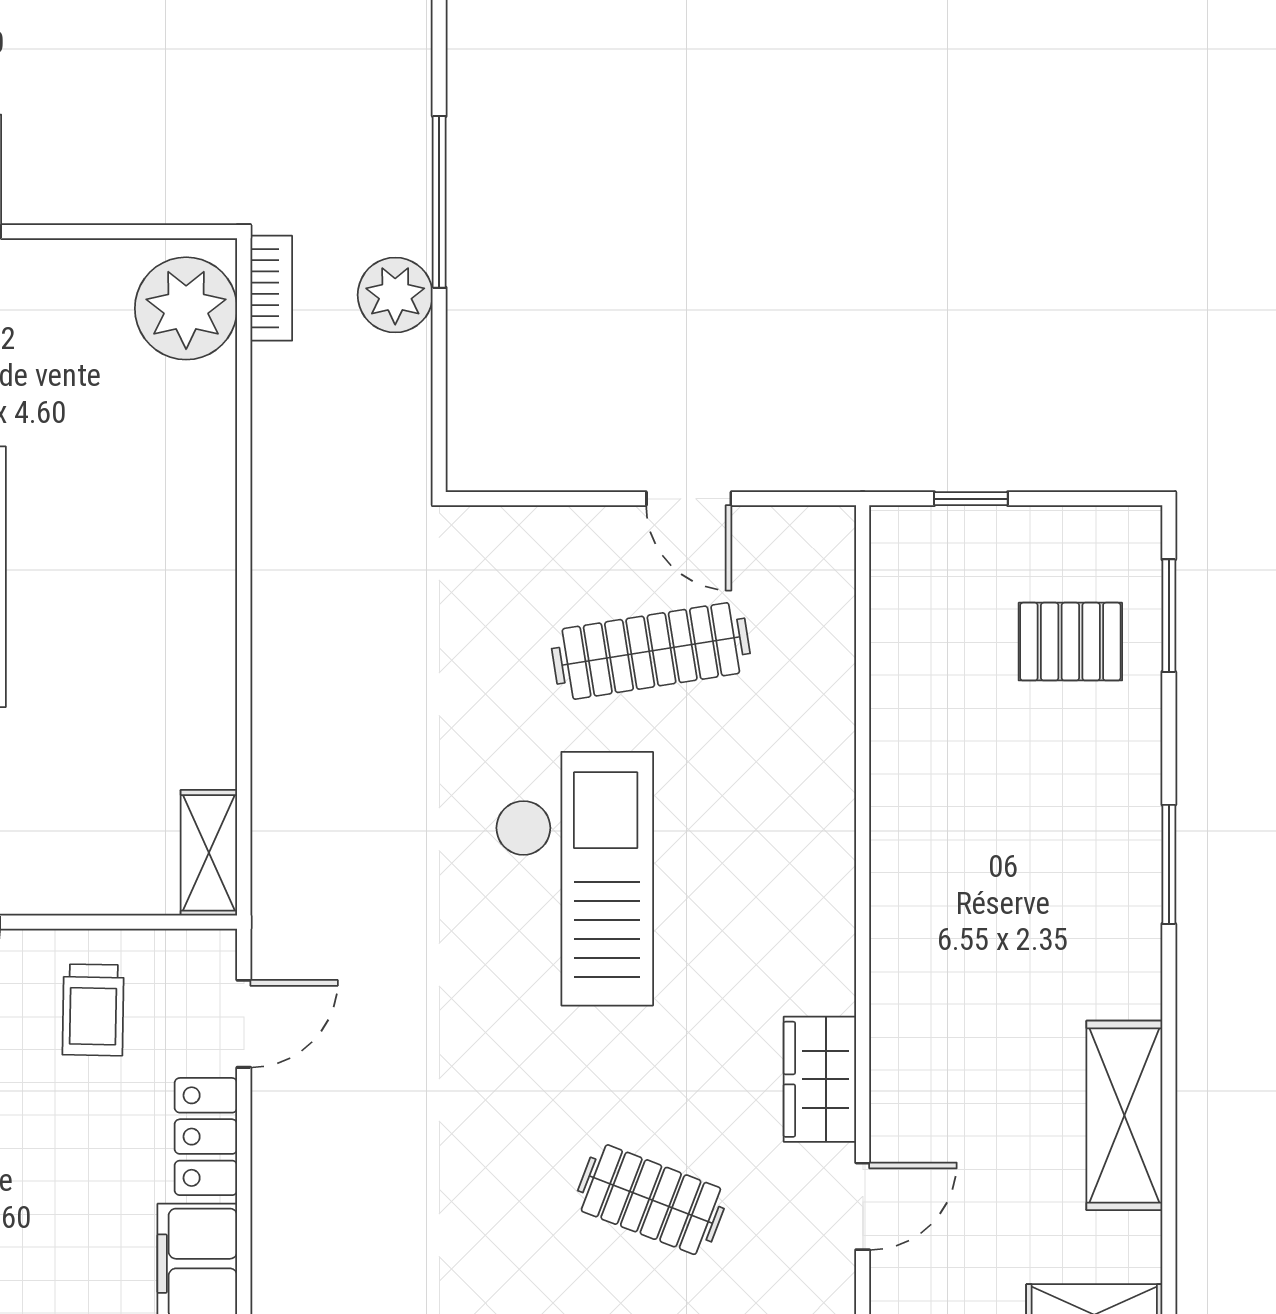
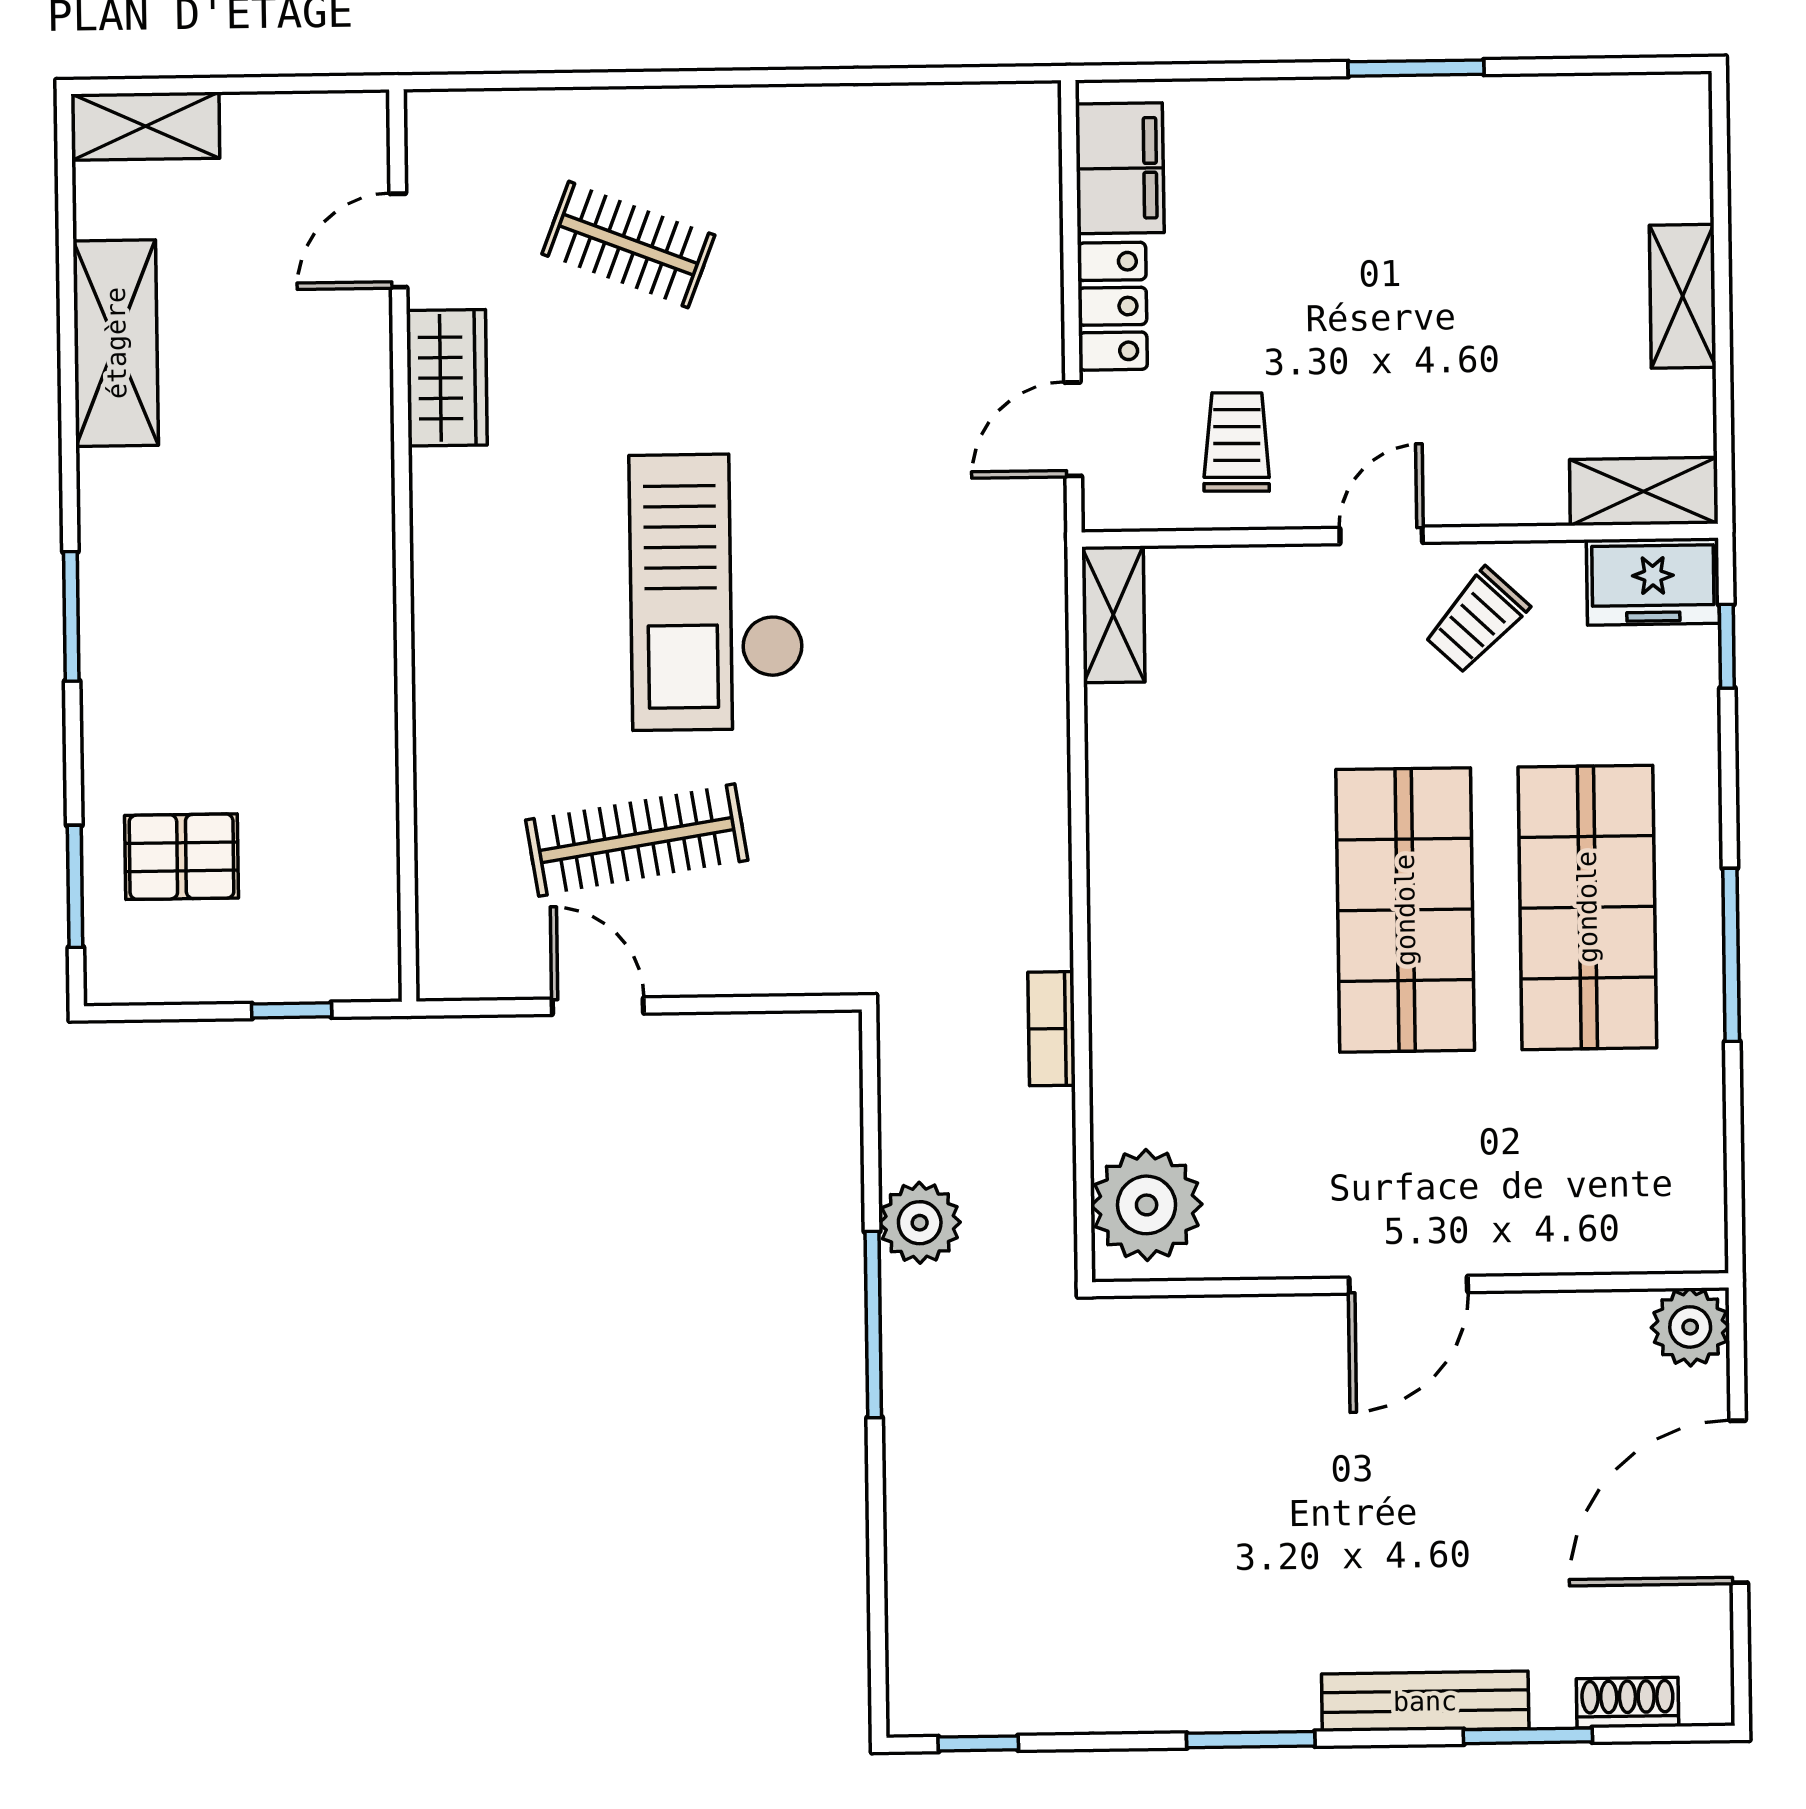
bookcase: (271, 288) -> (1052, 1029), moved

